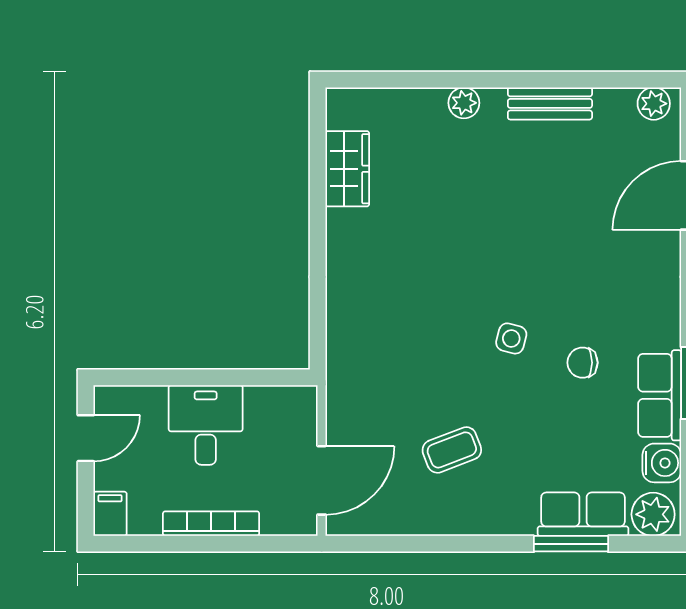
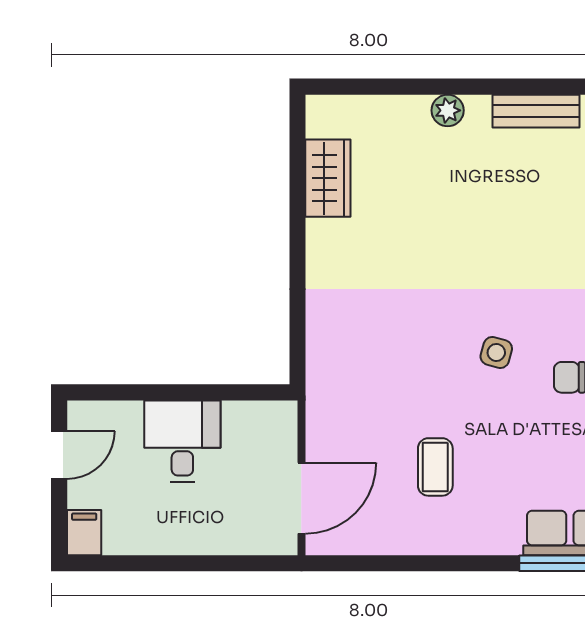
coffee table: (452, 450) -> (435, 467), turned -69
bookcase: (211, 524) -> (188, 543), removed

